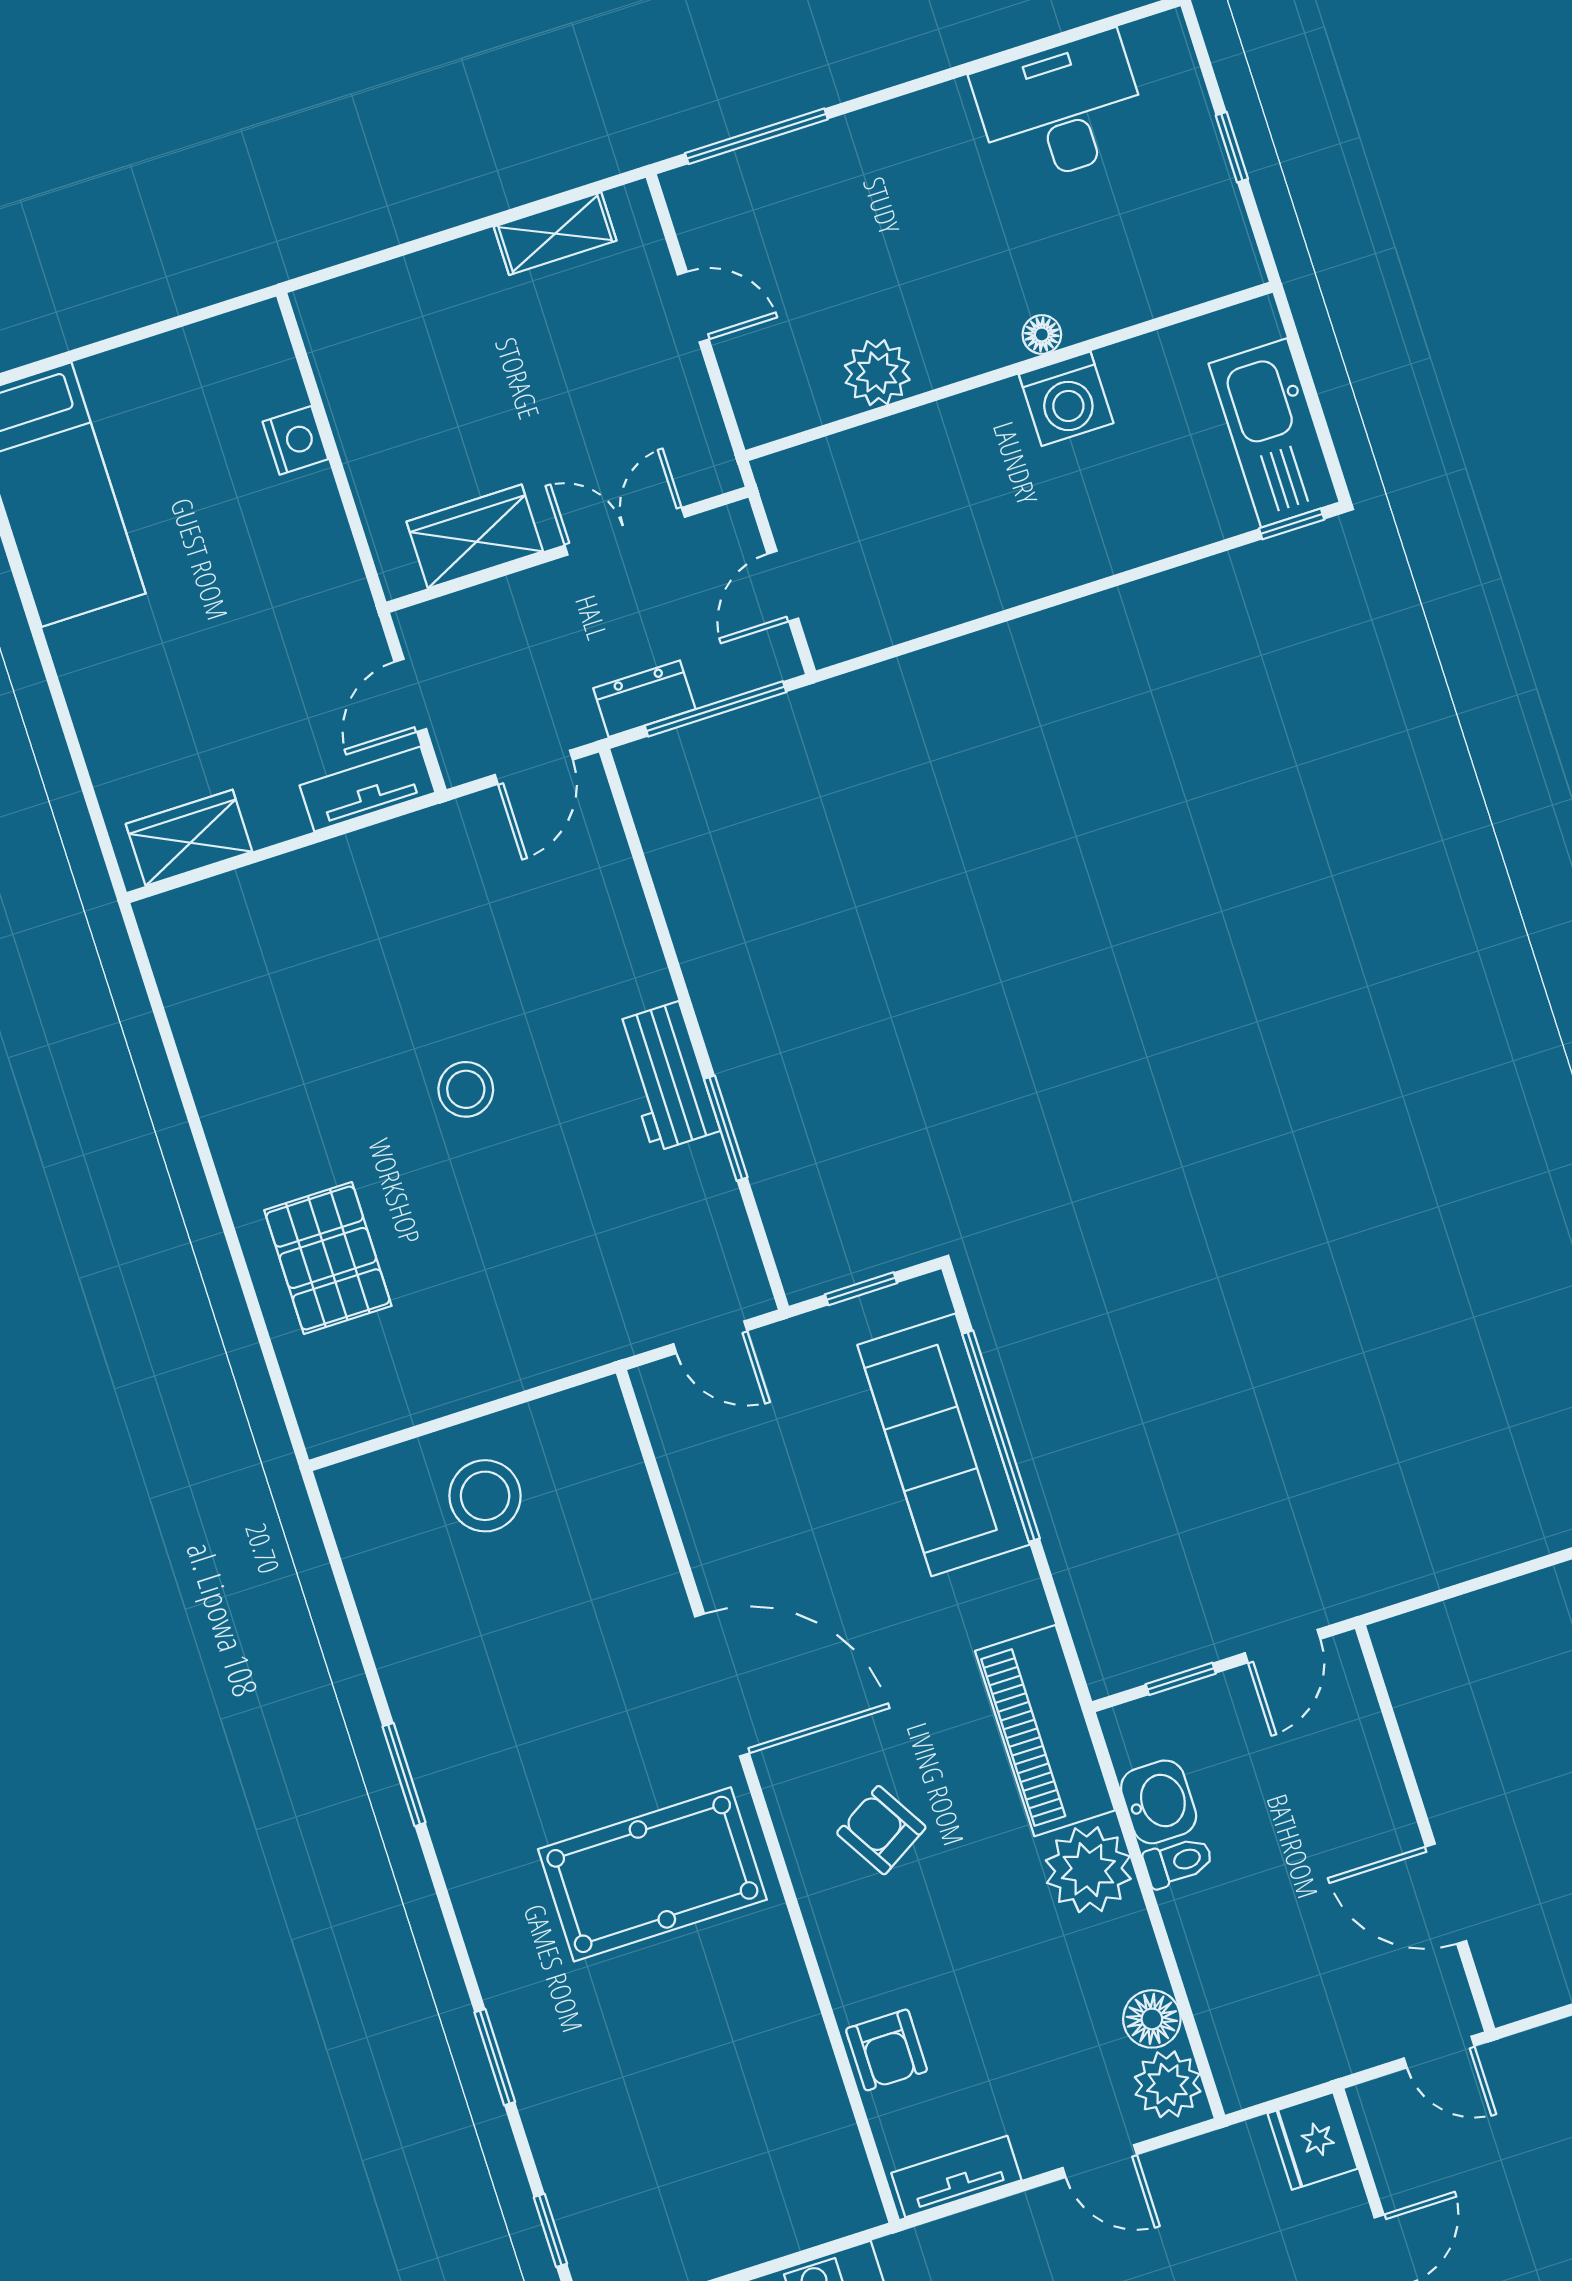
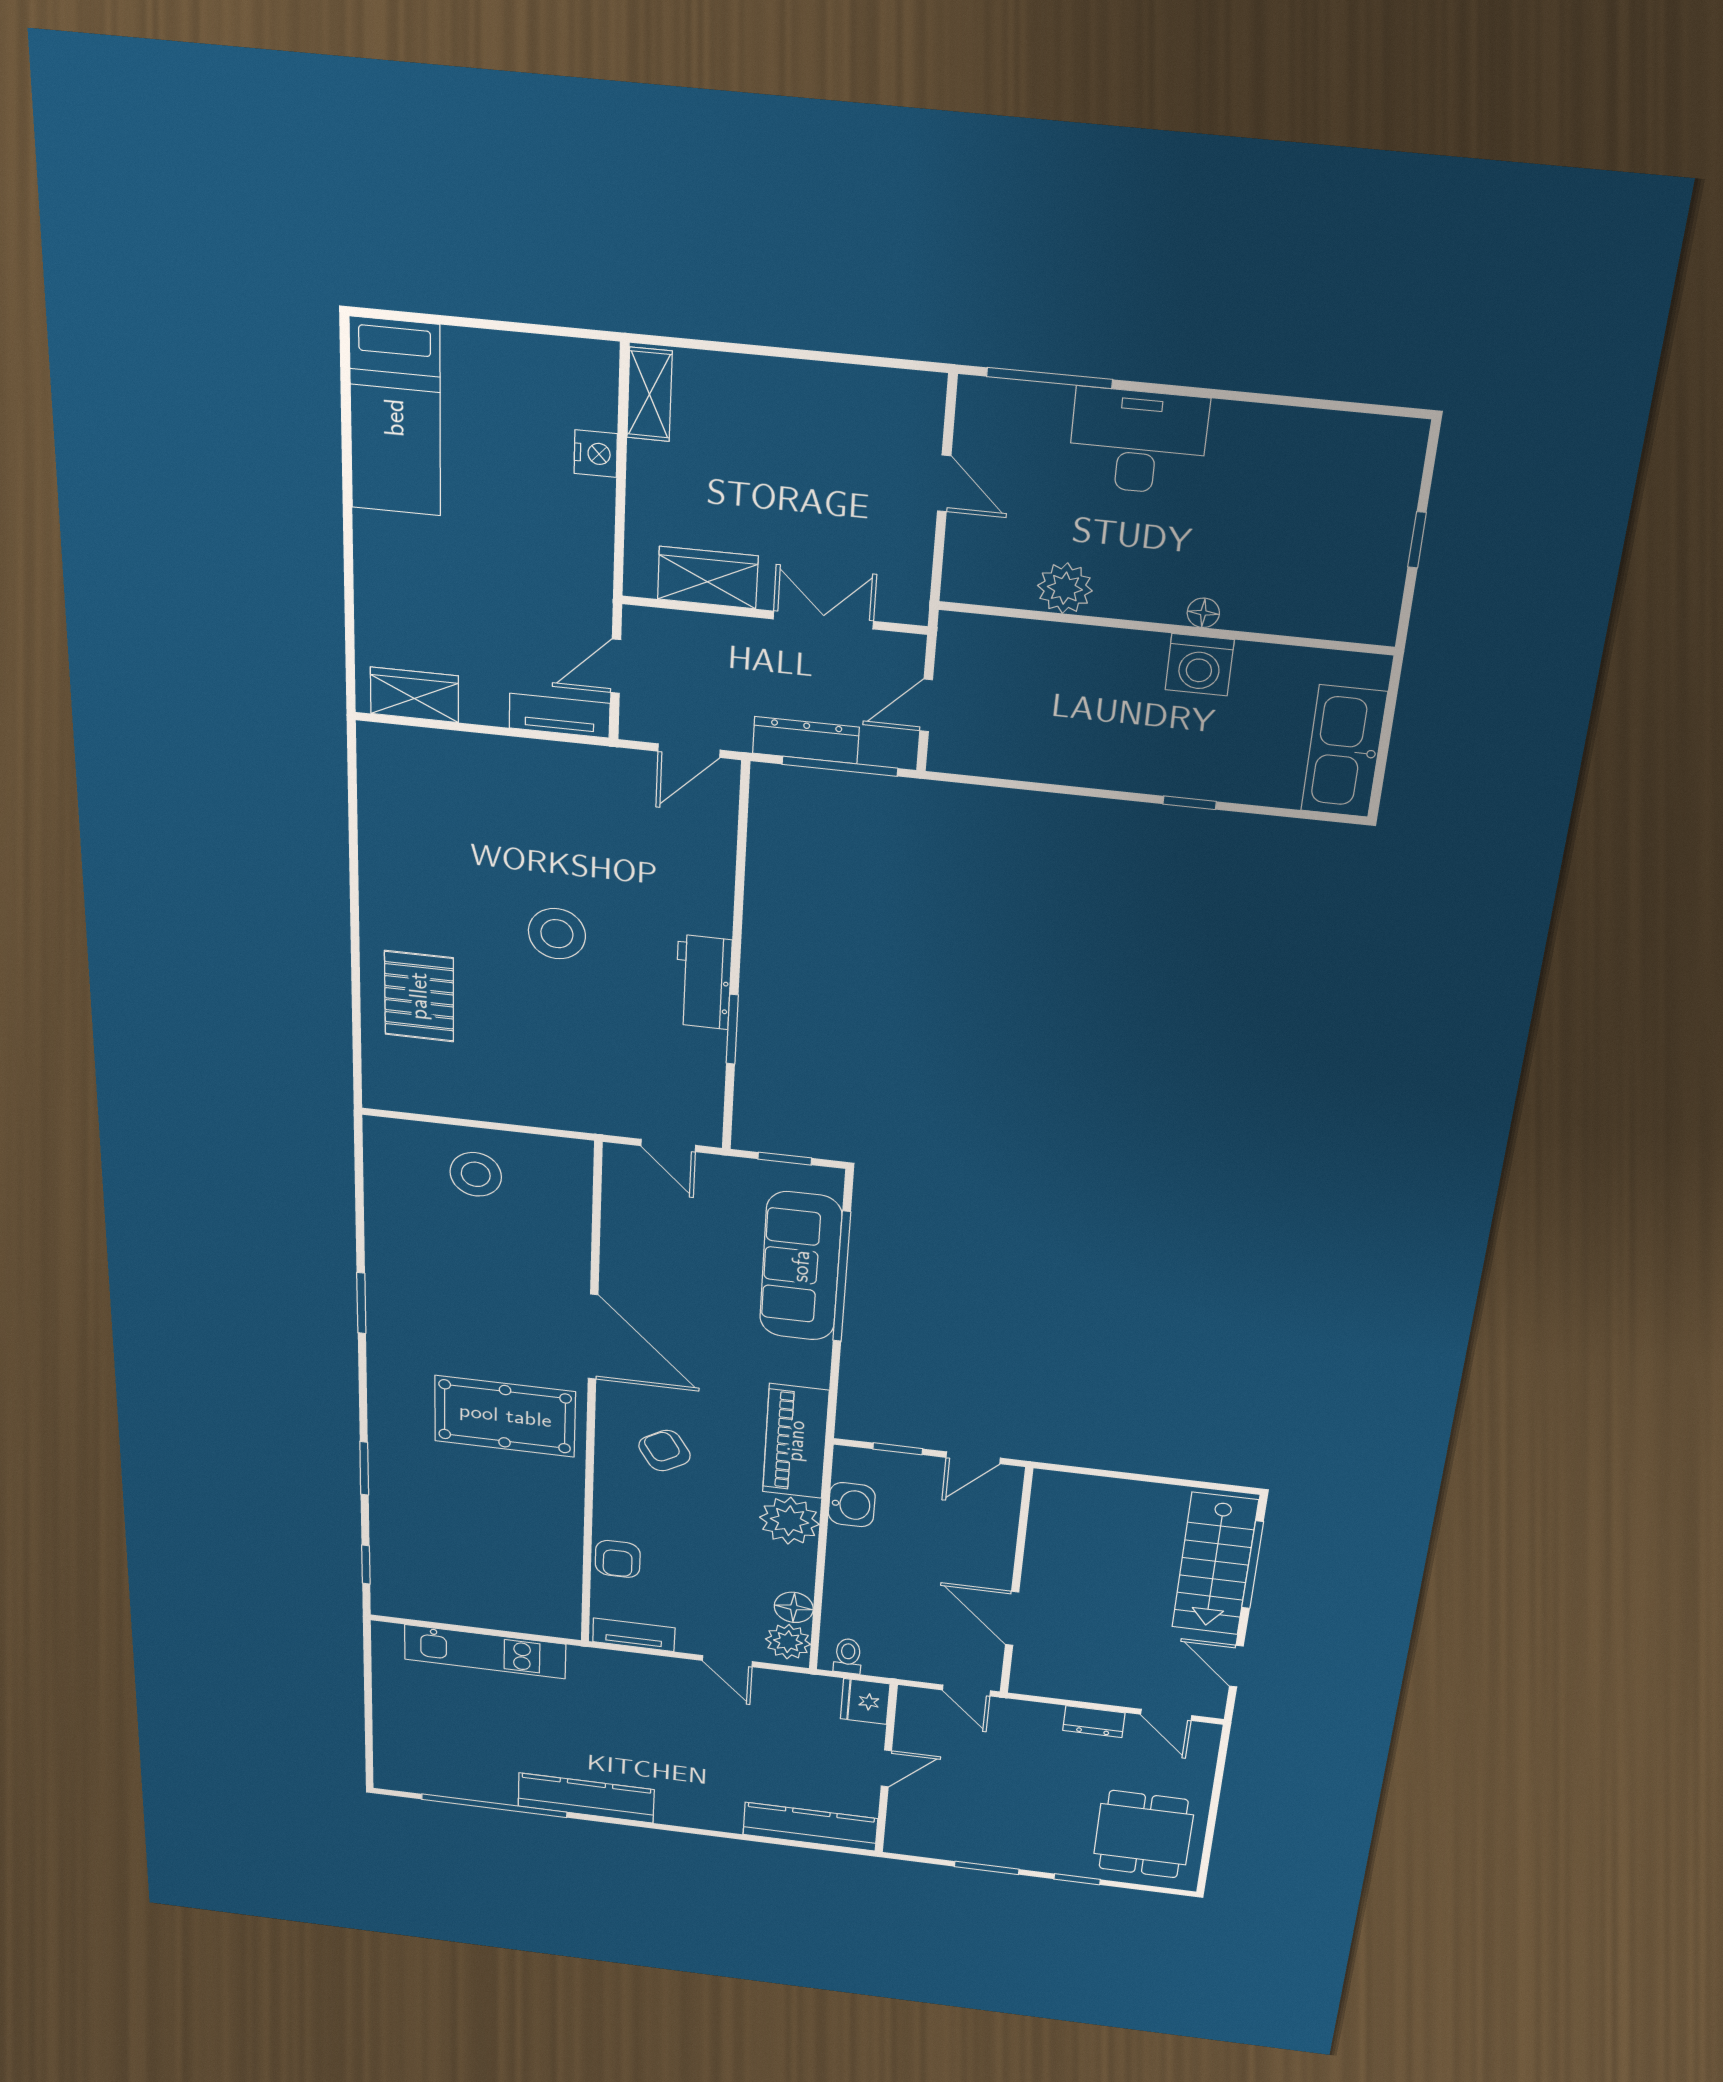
desk: (1061, 109) -> (1138, 442), moved
shelving: (555, 234) -> (649, 394), moved, turned 90
window: (1292, 524) -> (1190, 803), moved
dresser: (644, 699) -> (806, 740), width x1.44
stool: (466, 1089) -> (557, 934), width x1.38, depth x1.38
toilet: (1178, 1862) -> (848, 1656), moved, turned -90

